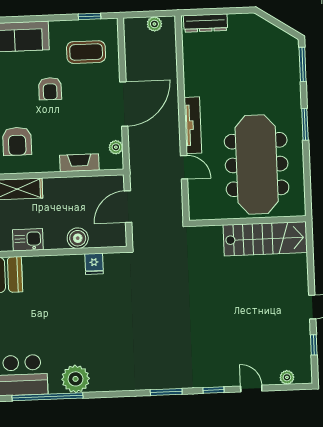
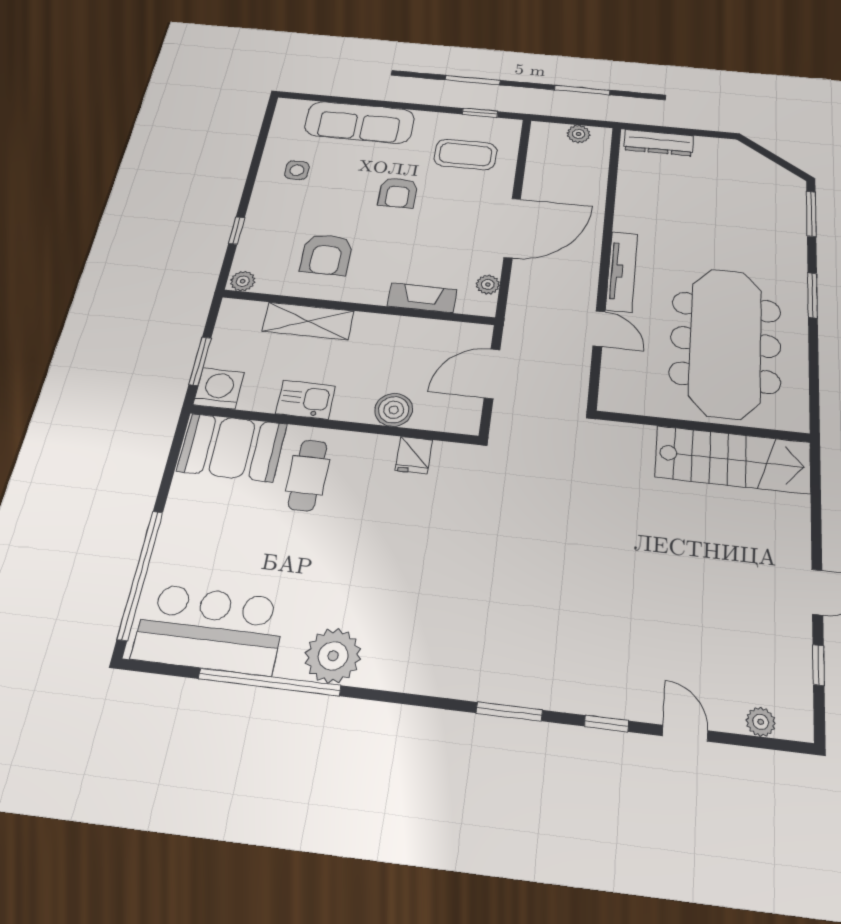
cafe table: (40, 285) -> (308, 475), added

